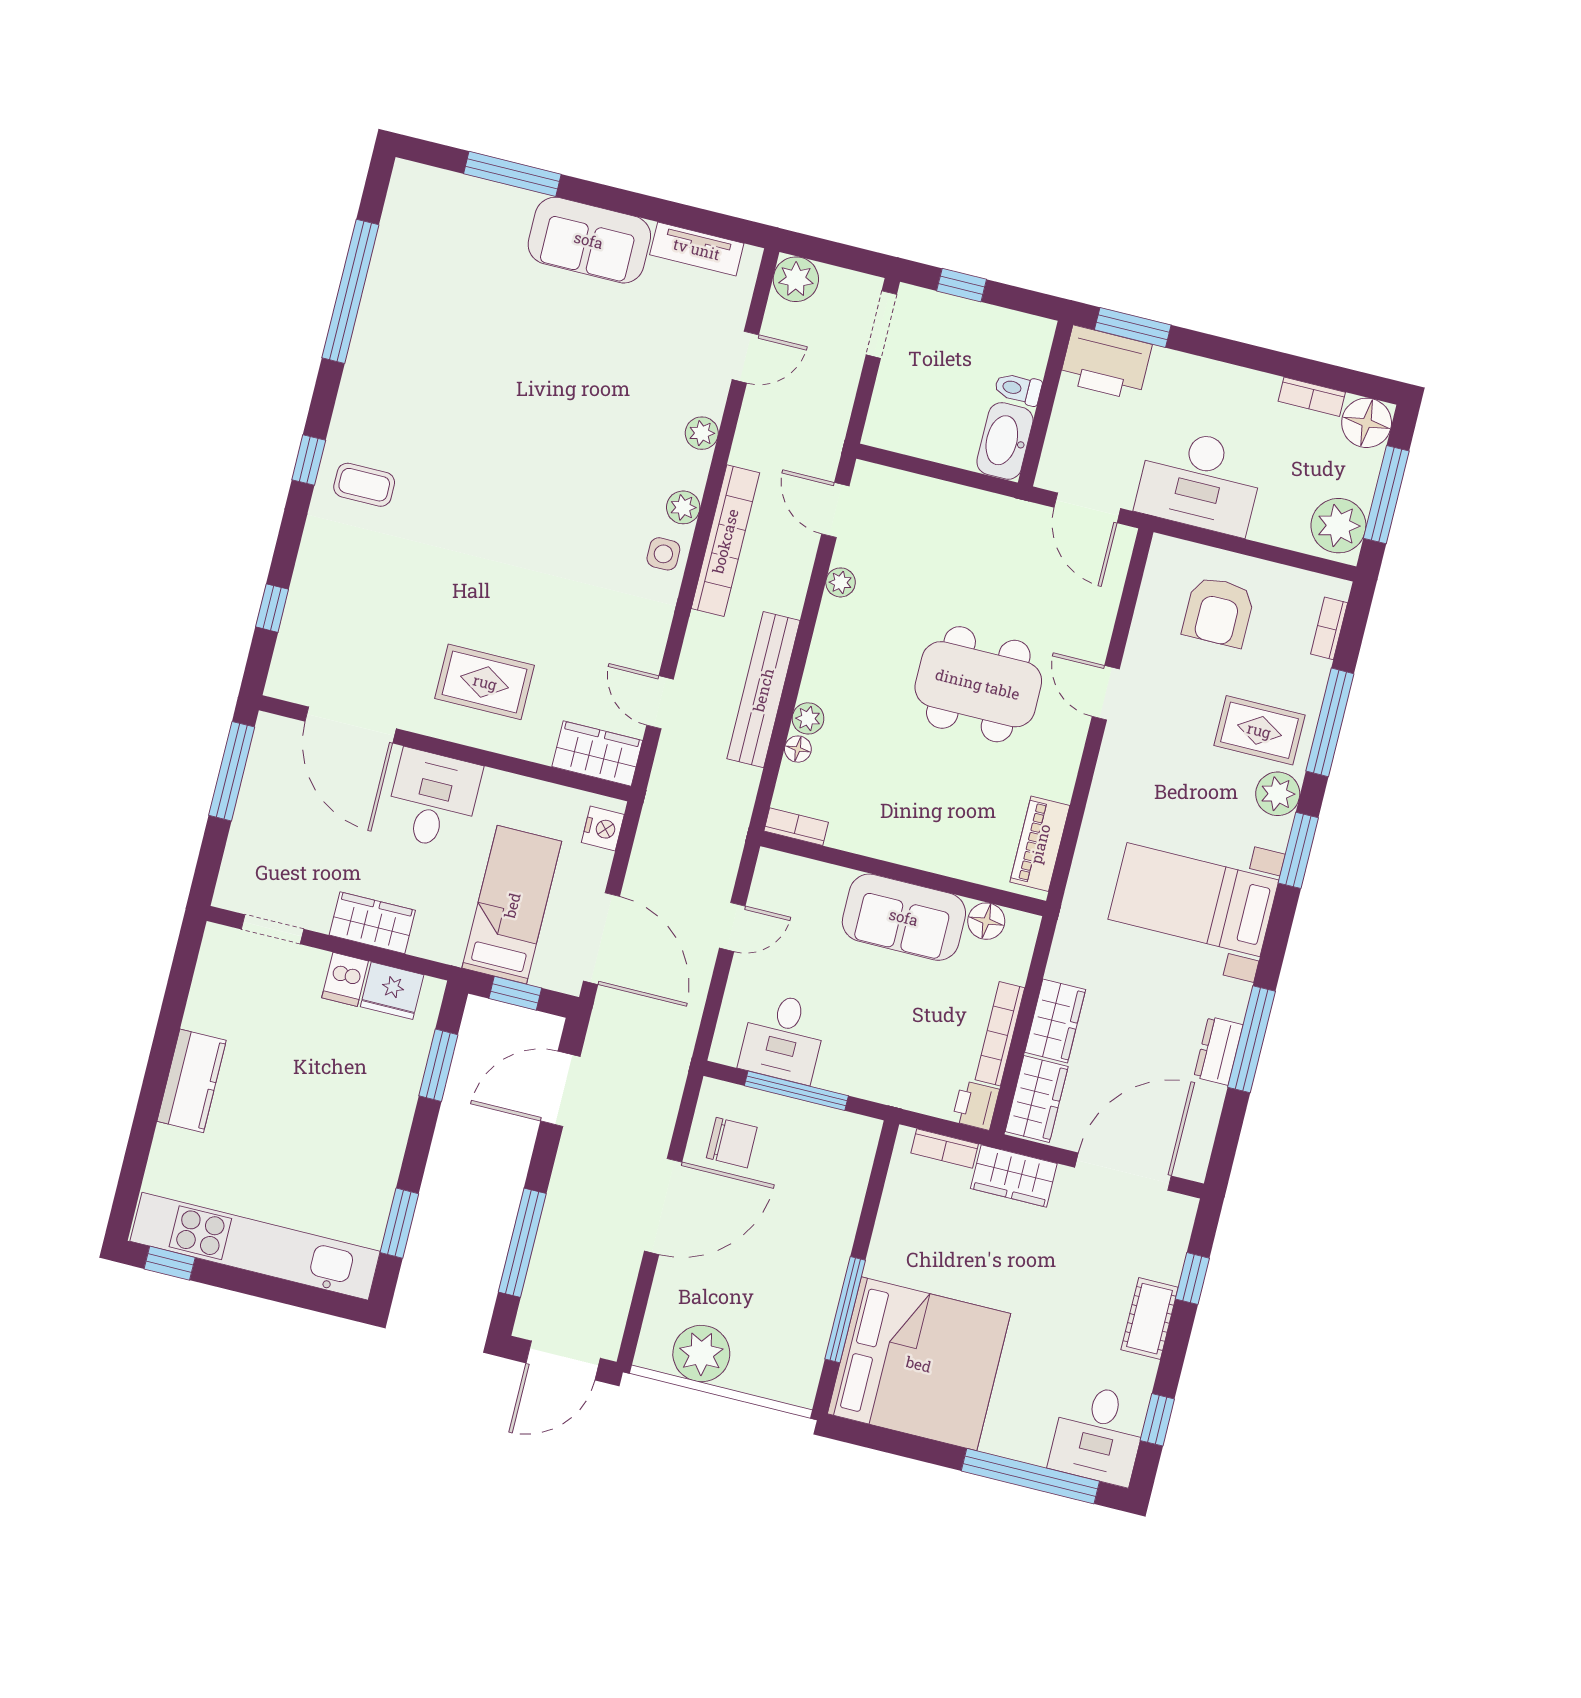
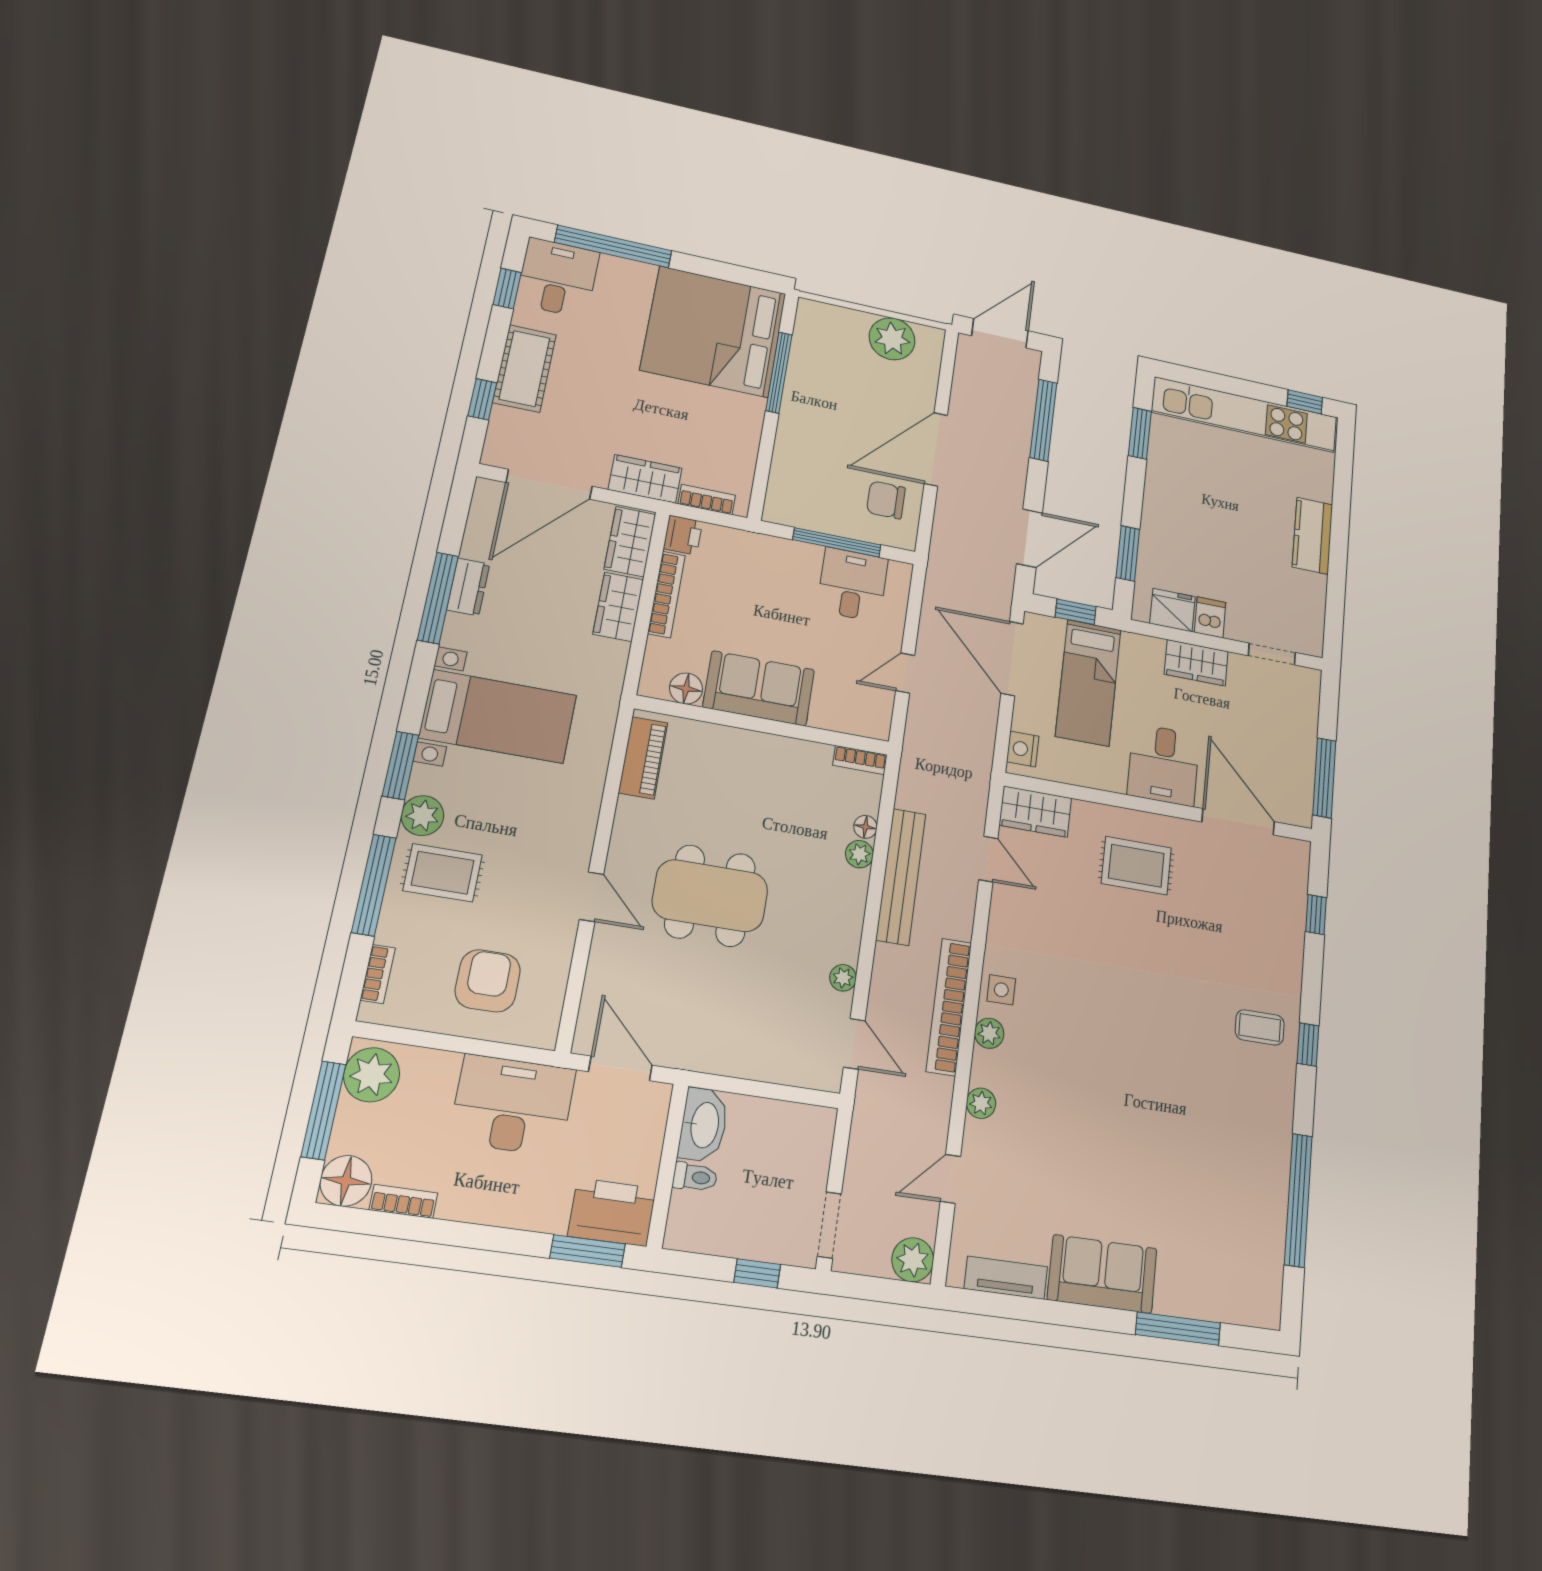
cot: (1150, 1319) -> (525, 368), width x1.37, depth x1.34

